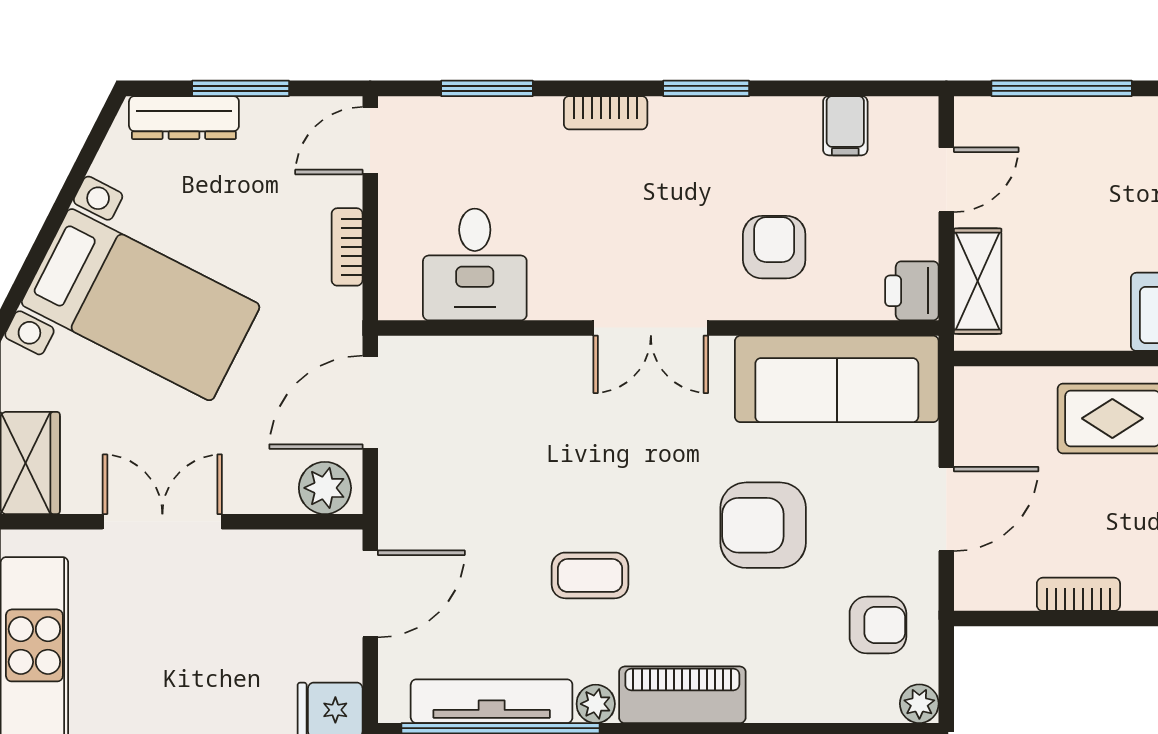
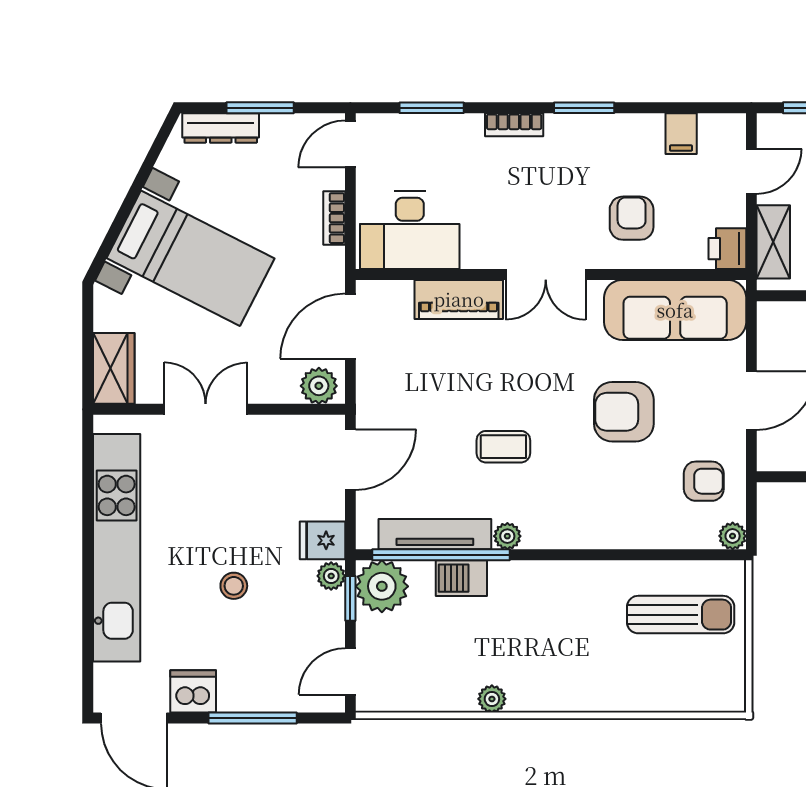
desk: (475, 264) -> (410, 230), width x1.37
piano: (682, 695) -> (459, 299), moved, turned 180

